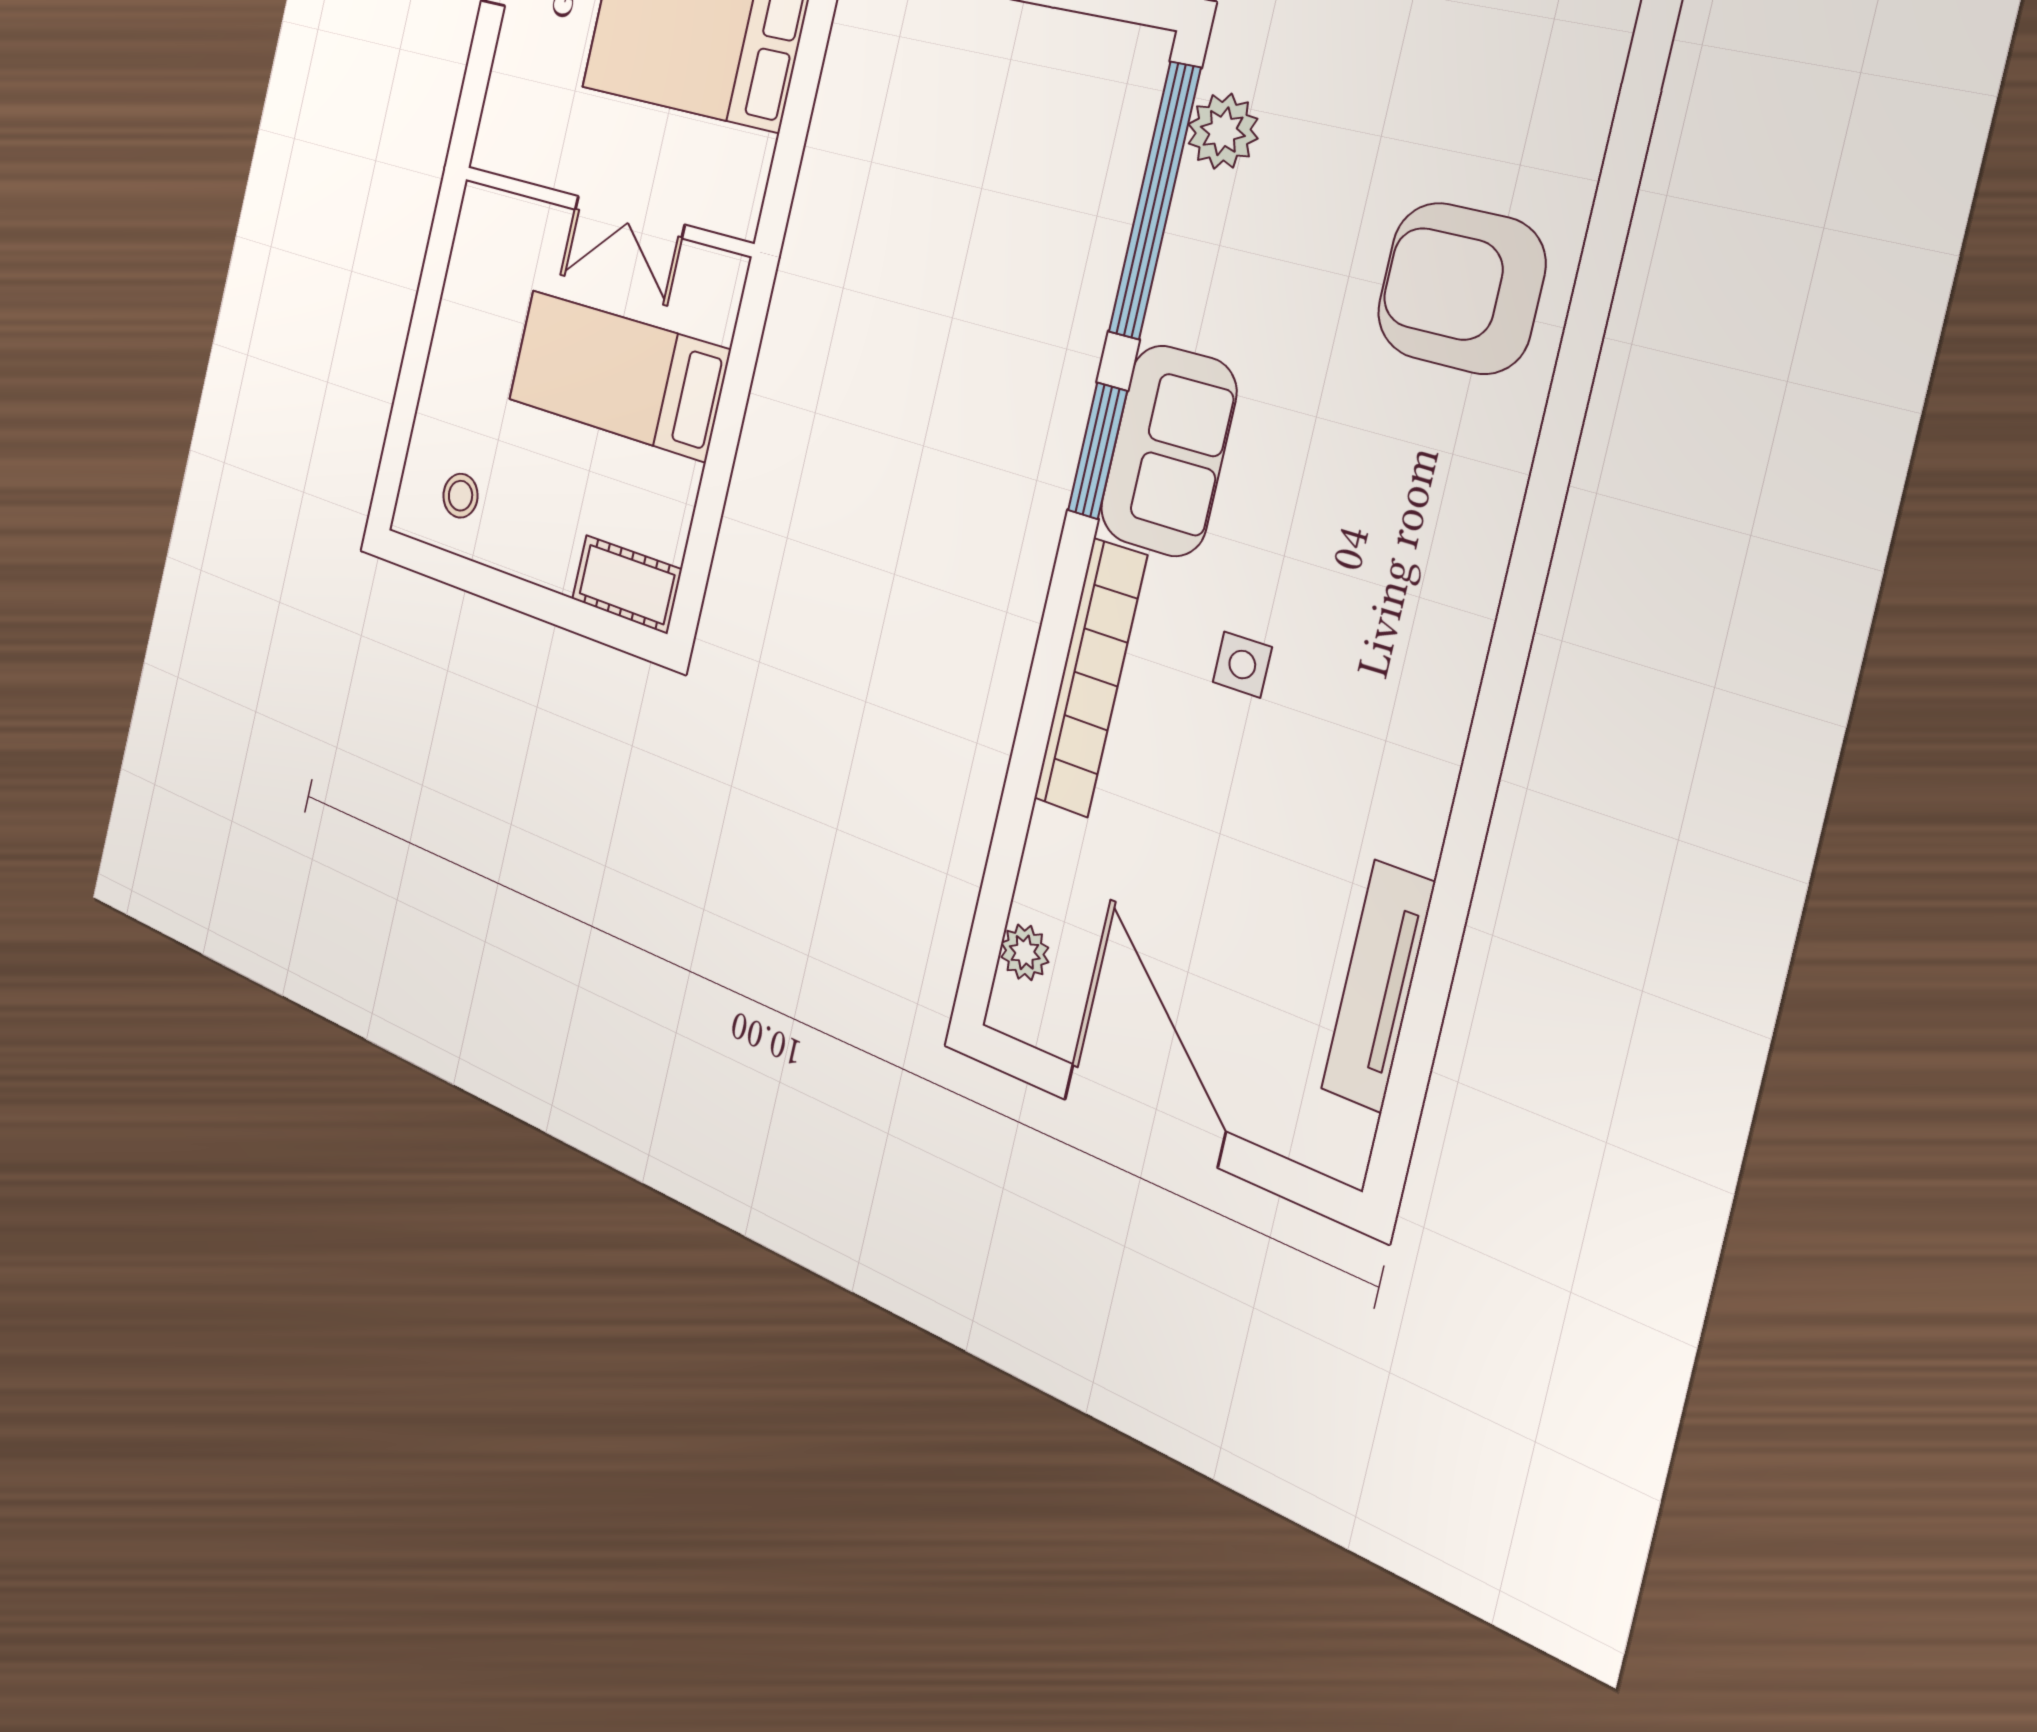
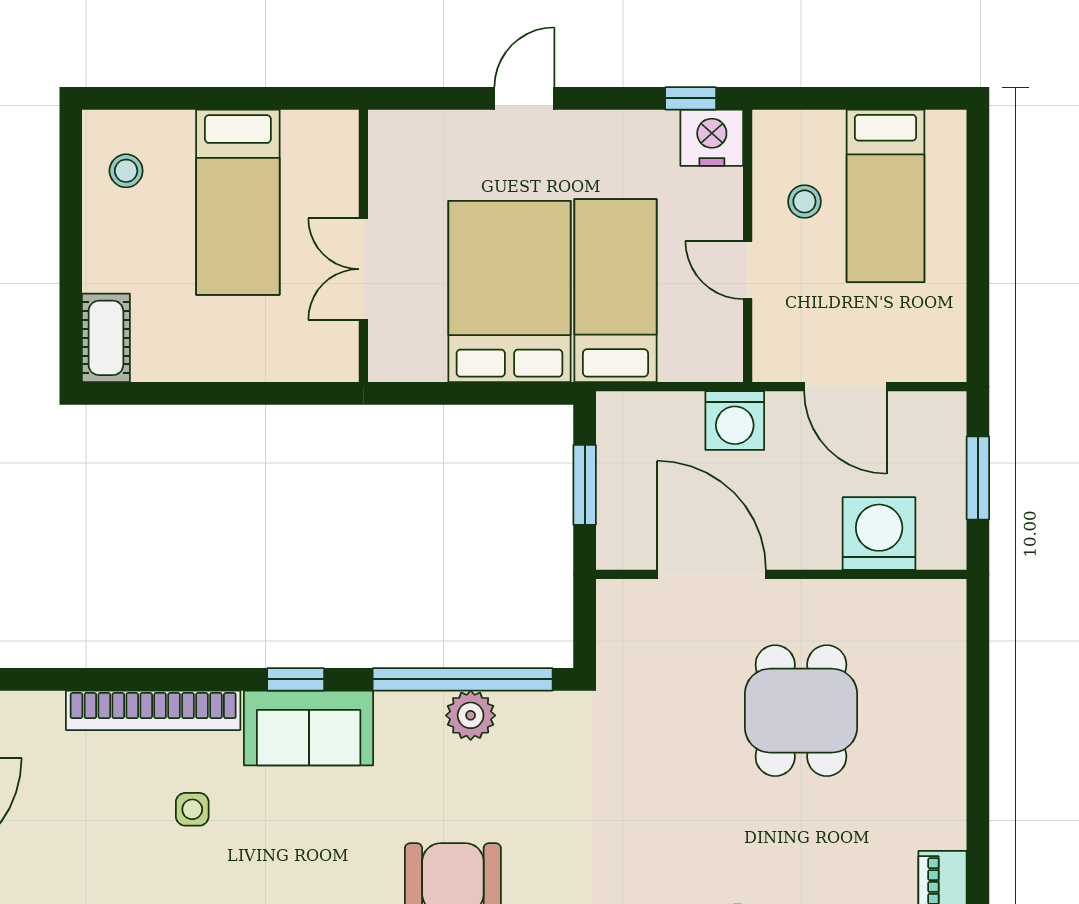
plant: (1223, 131) -> (471, 715), moved
bed: (617, 375) -> (238, 202), moved, turned 180
window: (1098, 451) -> (296, 679), width x0.67

